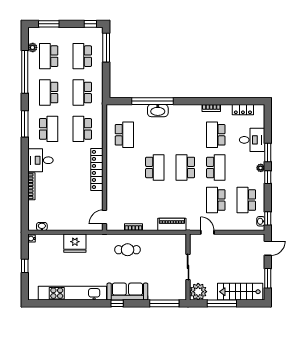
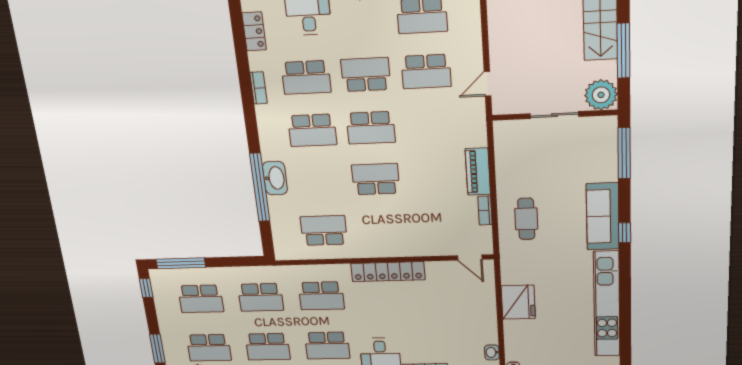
school desk: (49, 129) -> (327, 346), turned 180
school desk: (185, 135) -> (312, 130), added
piano: (172, 224) -> (478, 172), moved

